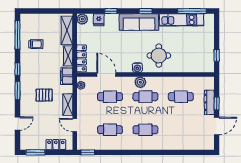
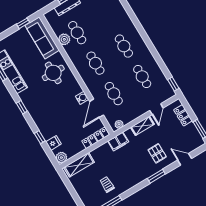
sofa: (139, 22) -> (42, 38), moved, turned 180
shelving: (68, 56) -> (100, 151), removed
water cooler: (137, 68) -> (82, 98), moved
window: (17, 69) -> (138, 187), removed
plant: (140, 82) -> (64, 39), moved
pallet: (44, 95) -> (157, 153), moved

